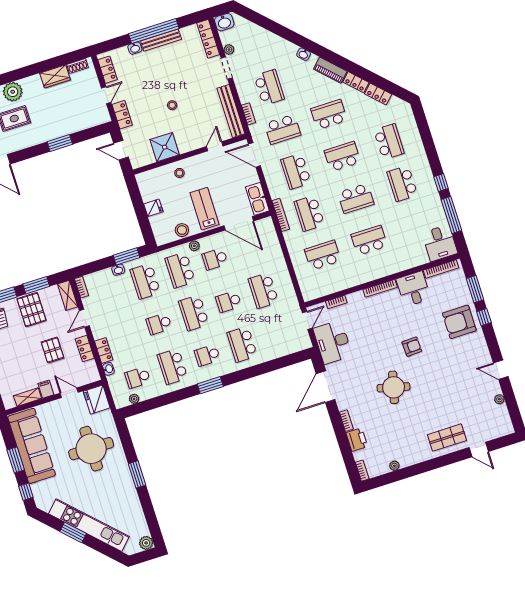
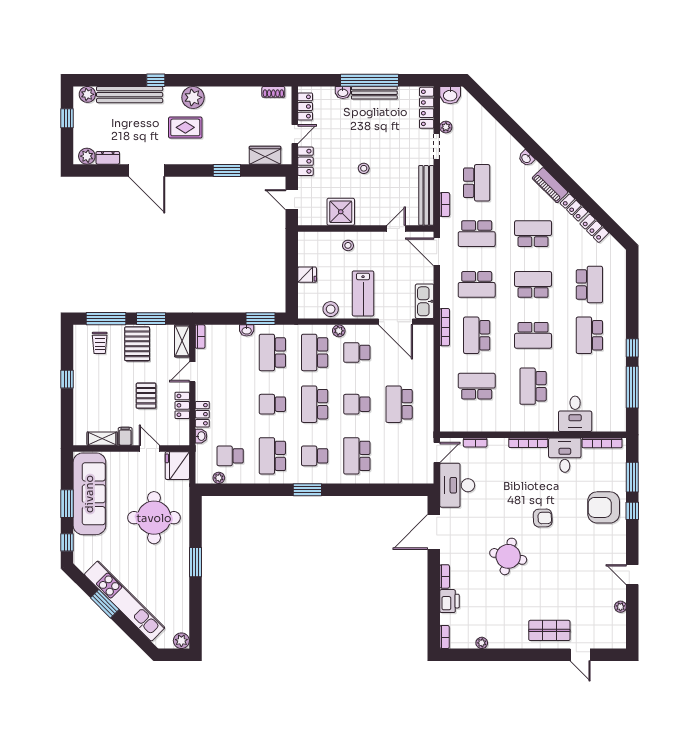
wardrobe: (55, 76) -> (265, 155), moved, turned 180
school desk: (296, 171) -> (477, 284), turned -90
lab bench: (205, 209) -> (363, 293), turned 180
school desk: (369, 240) -> (533, 386), turned -90
desk: (440, 243) -> (575, 414), moved

